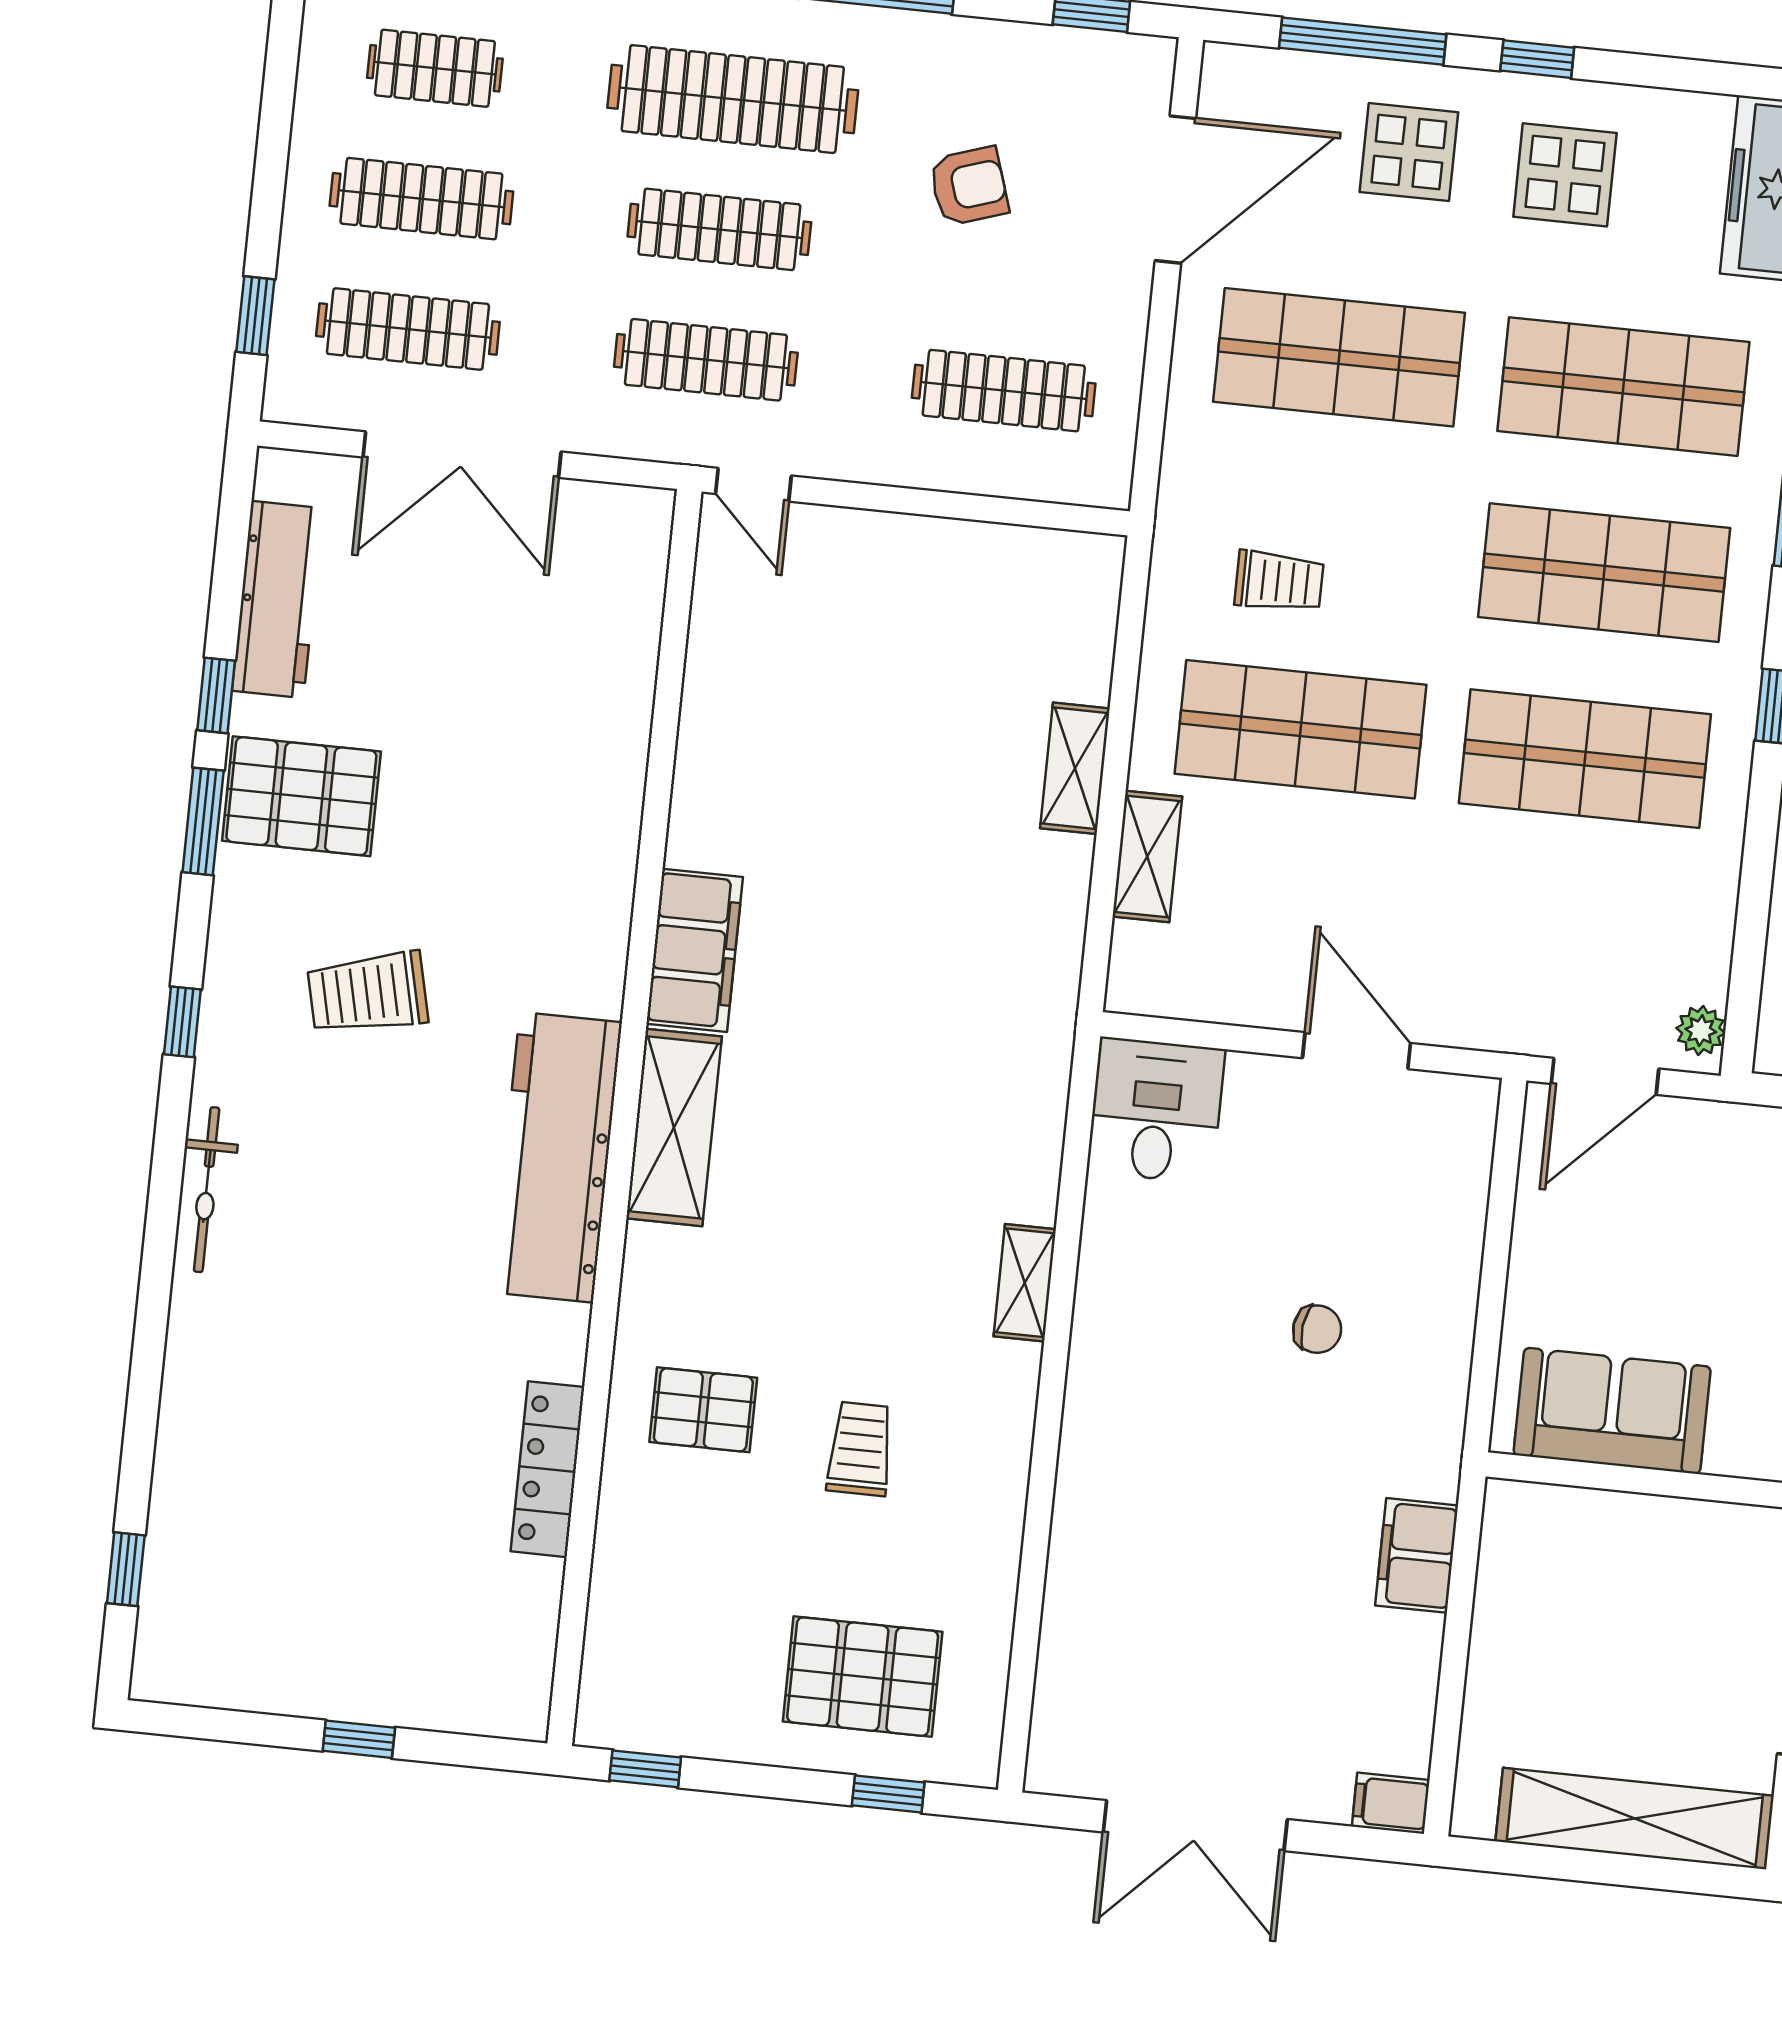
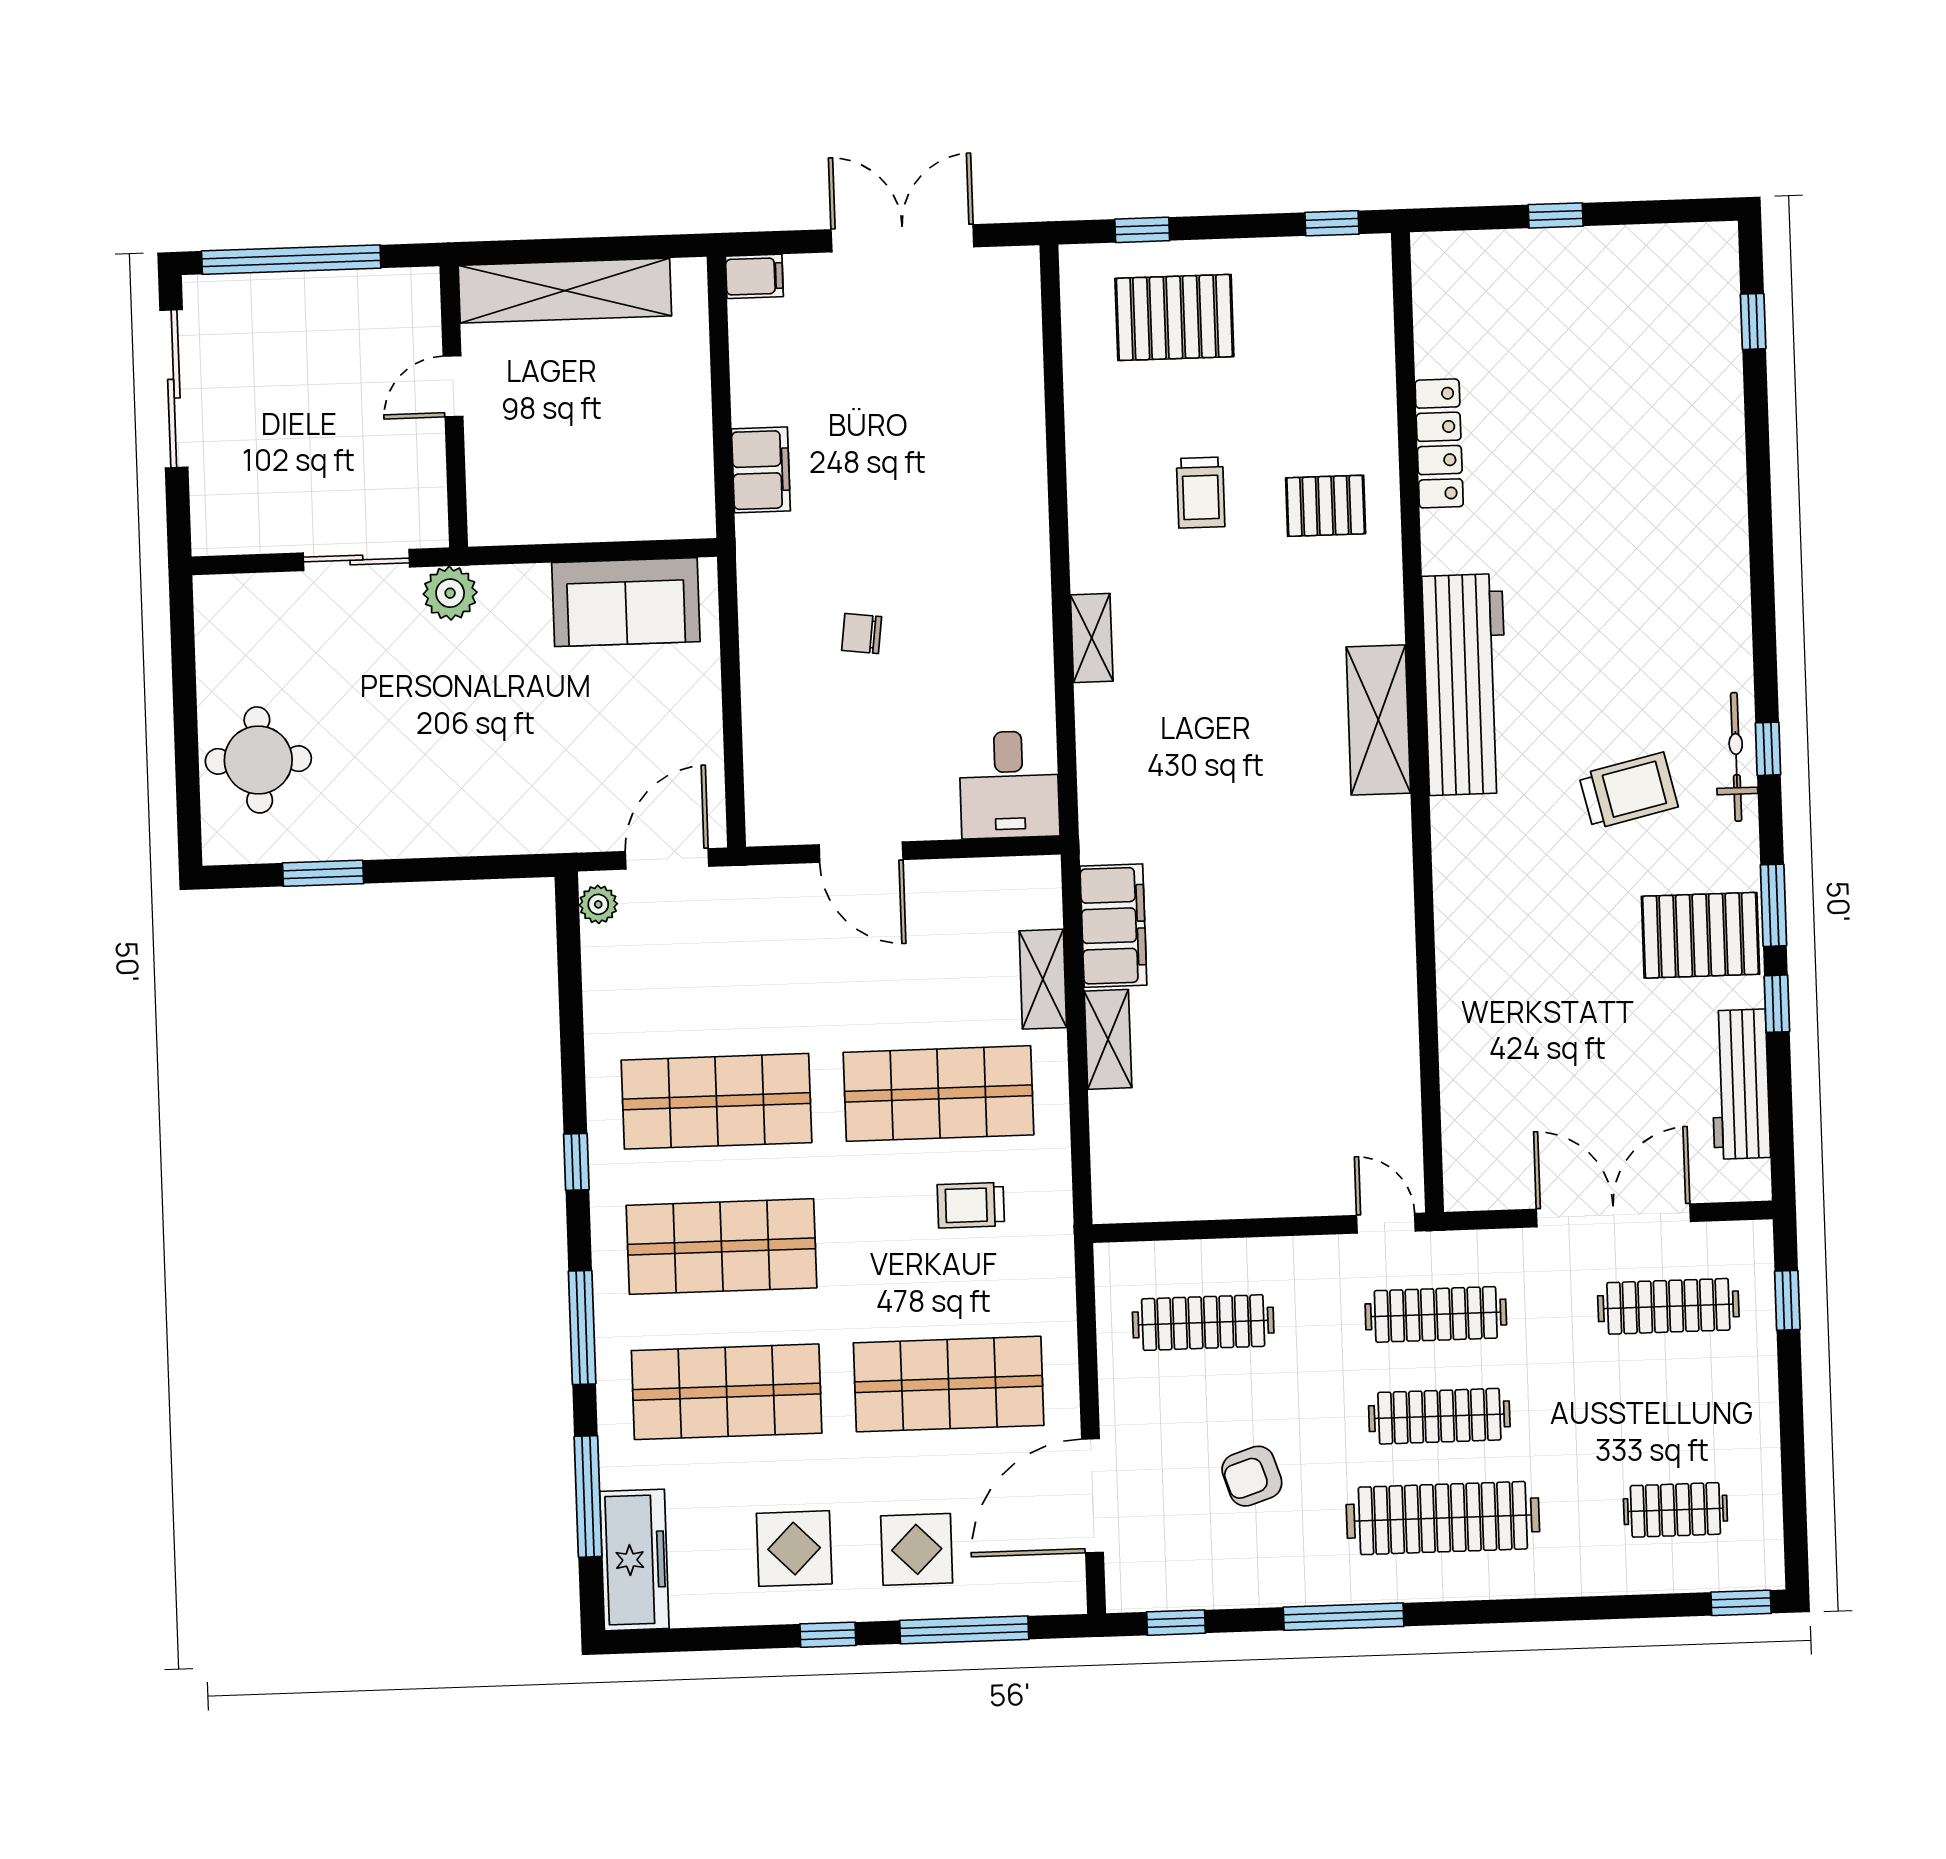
clothes rail: (421, 199) -> (1672, 1408), removed
filing cabinet: (695, 950) -> (1113, 926), moved, turned 180
bicycle: (207, 1190) -> (1736, 757), moved

